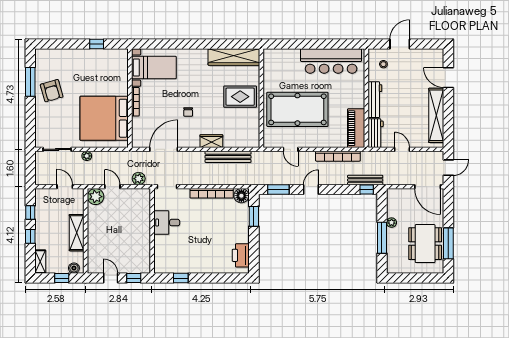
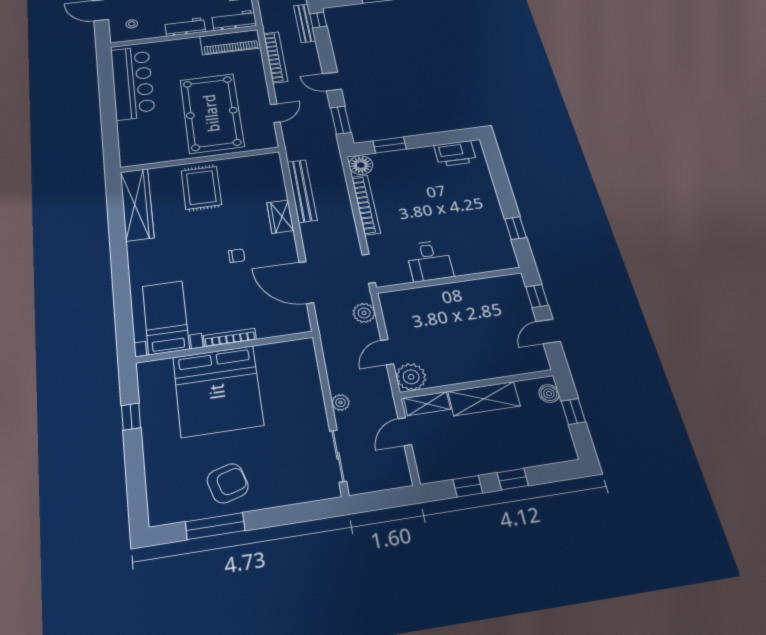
workbench: (375, 100) -> (185, 27), width x0.73
bed: (104, 118) -> (218, 391), moved
shelving: (40, 262) -> (427, 404), moved

